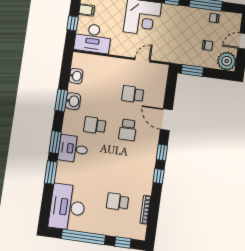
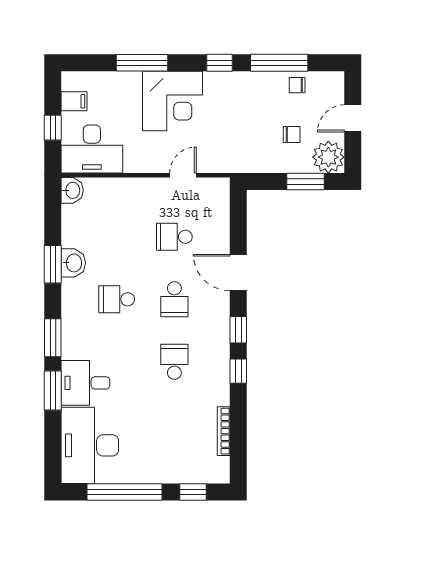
window: (192, 70) -> (306, 182), moved
washbasin: (76, 76) -> (72, 190), moved
desk: (73, 149) -> (85, 383), moved
school desk: (118, 202) -> (174, 362), moved, turned 90

